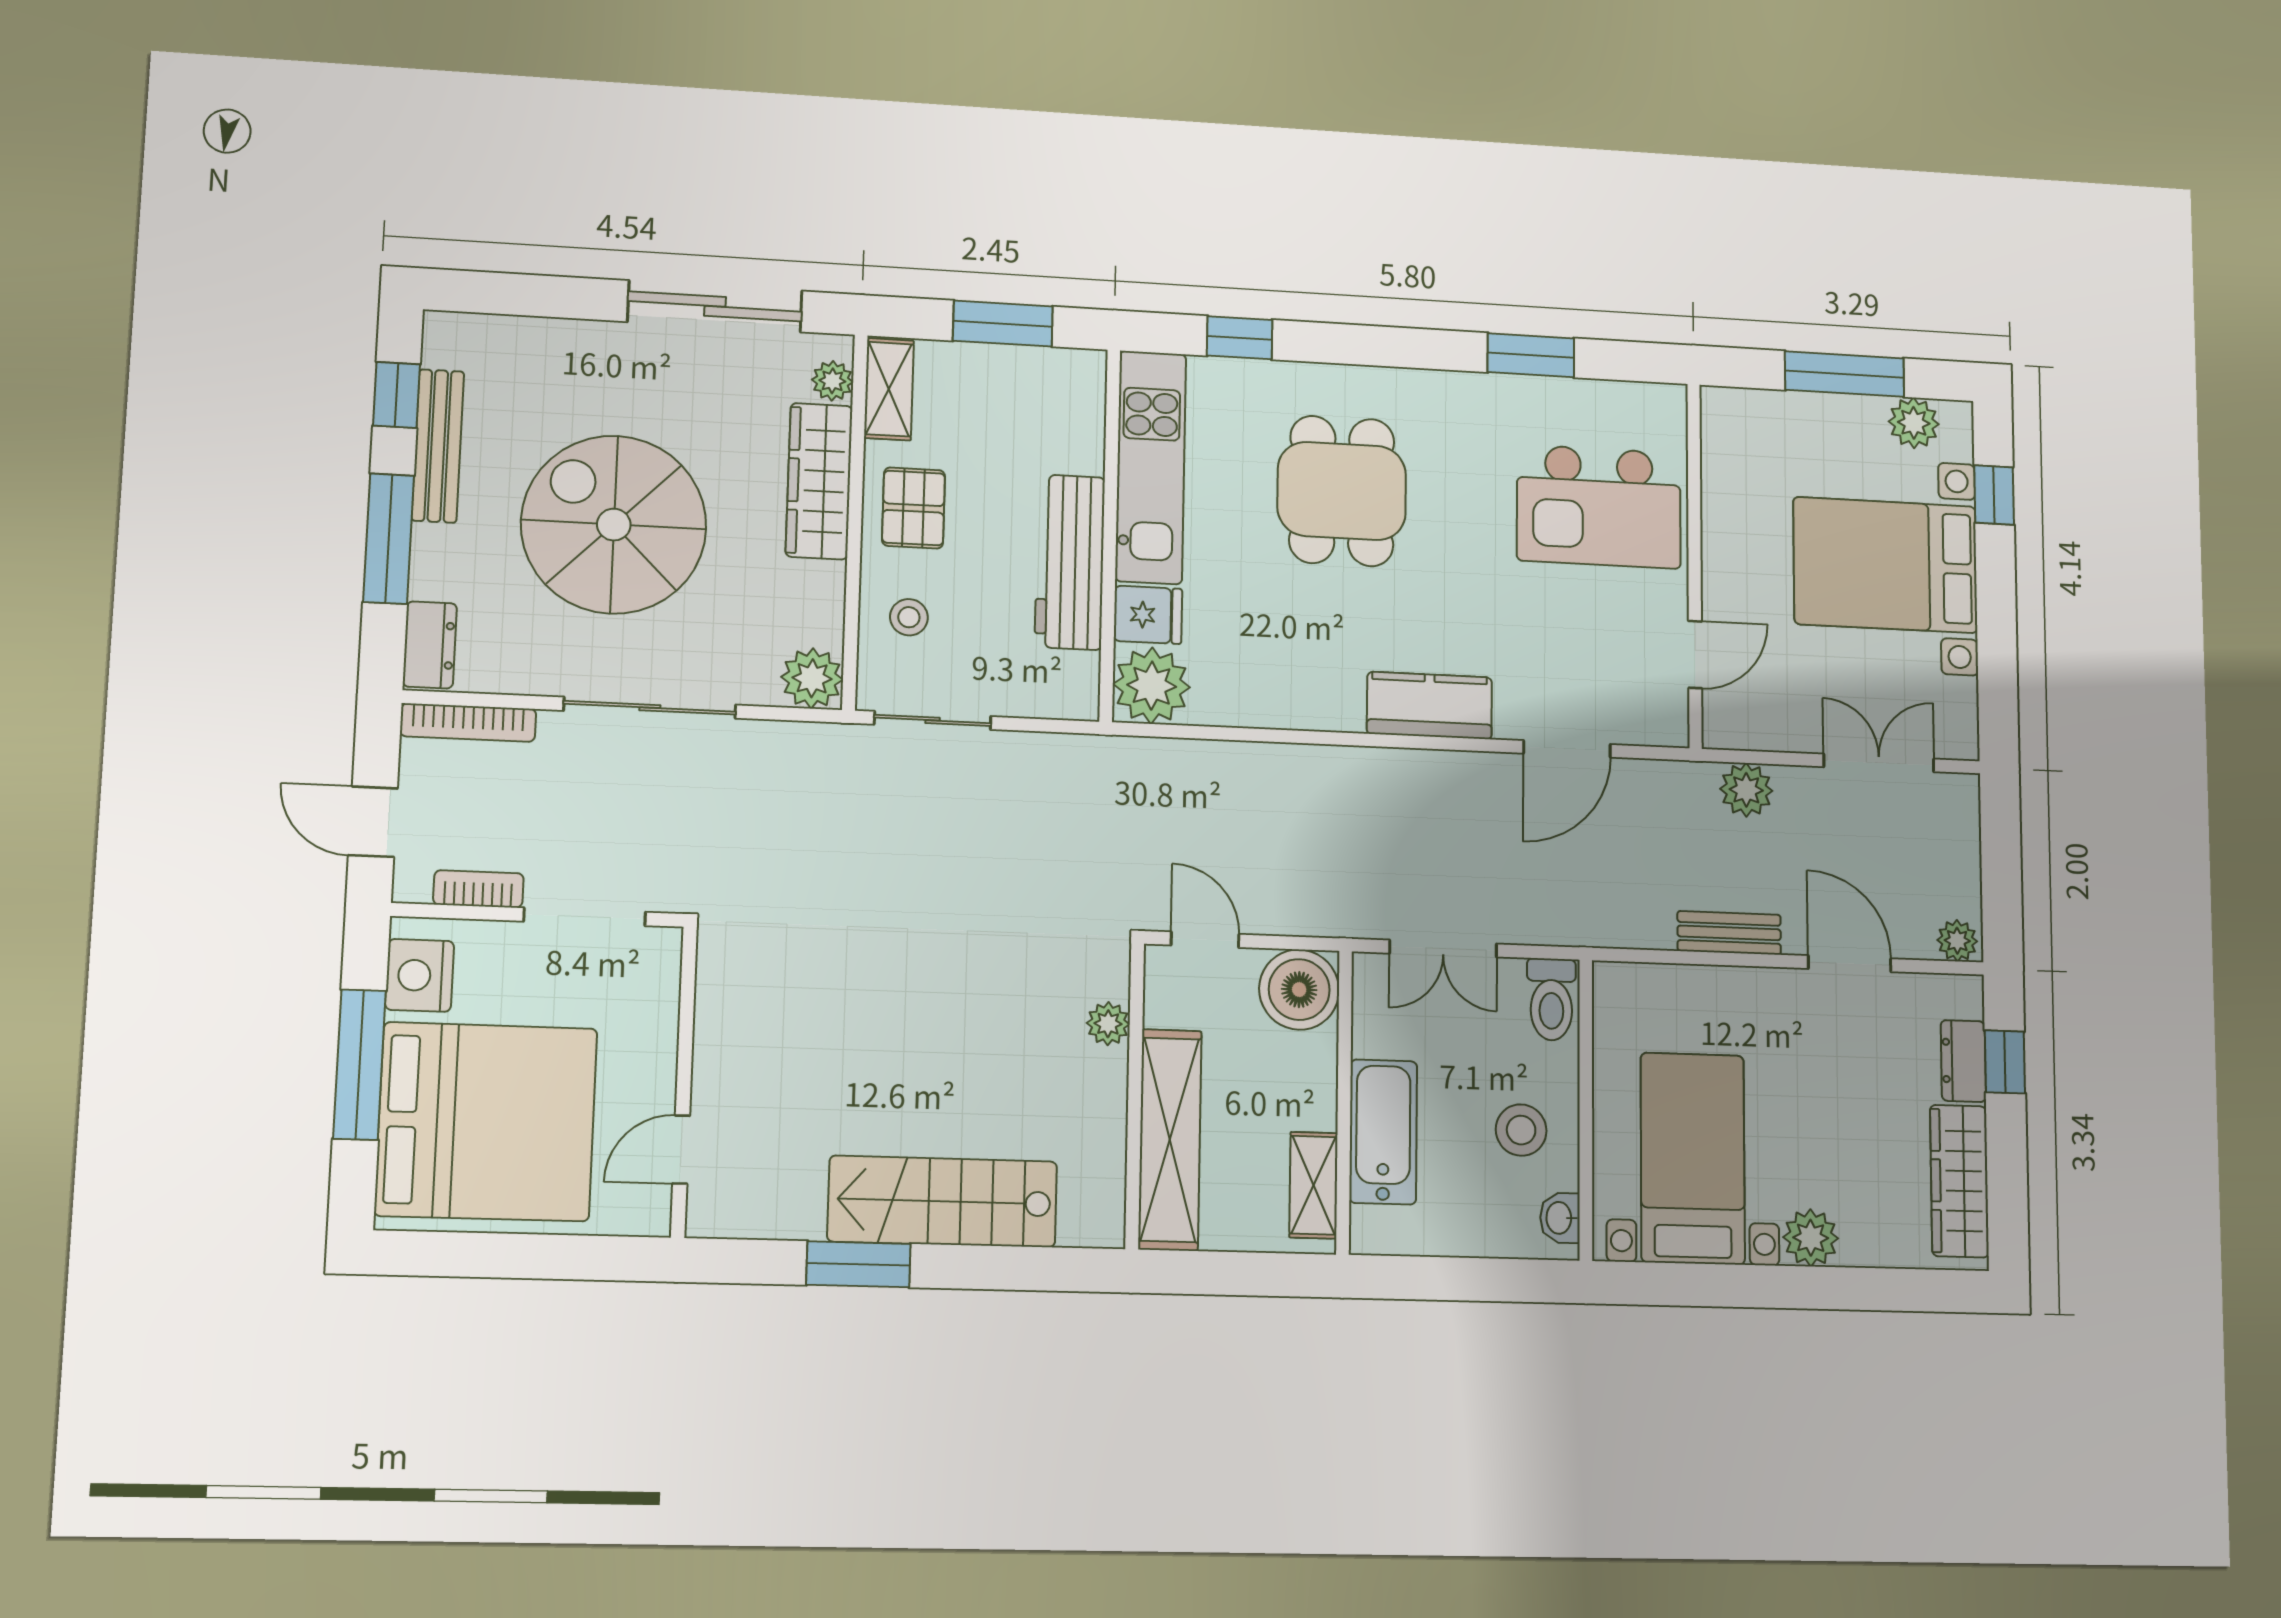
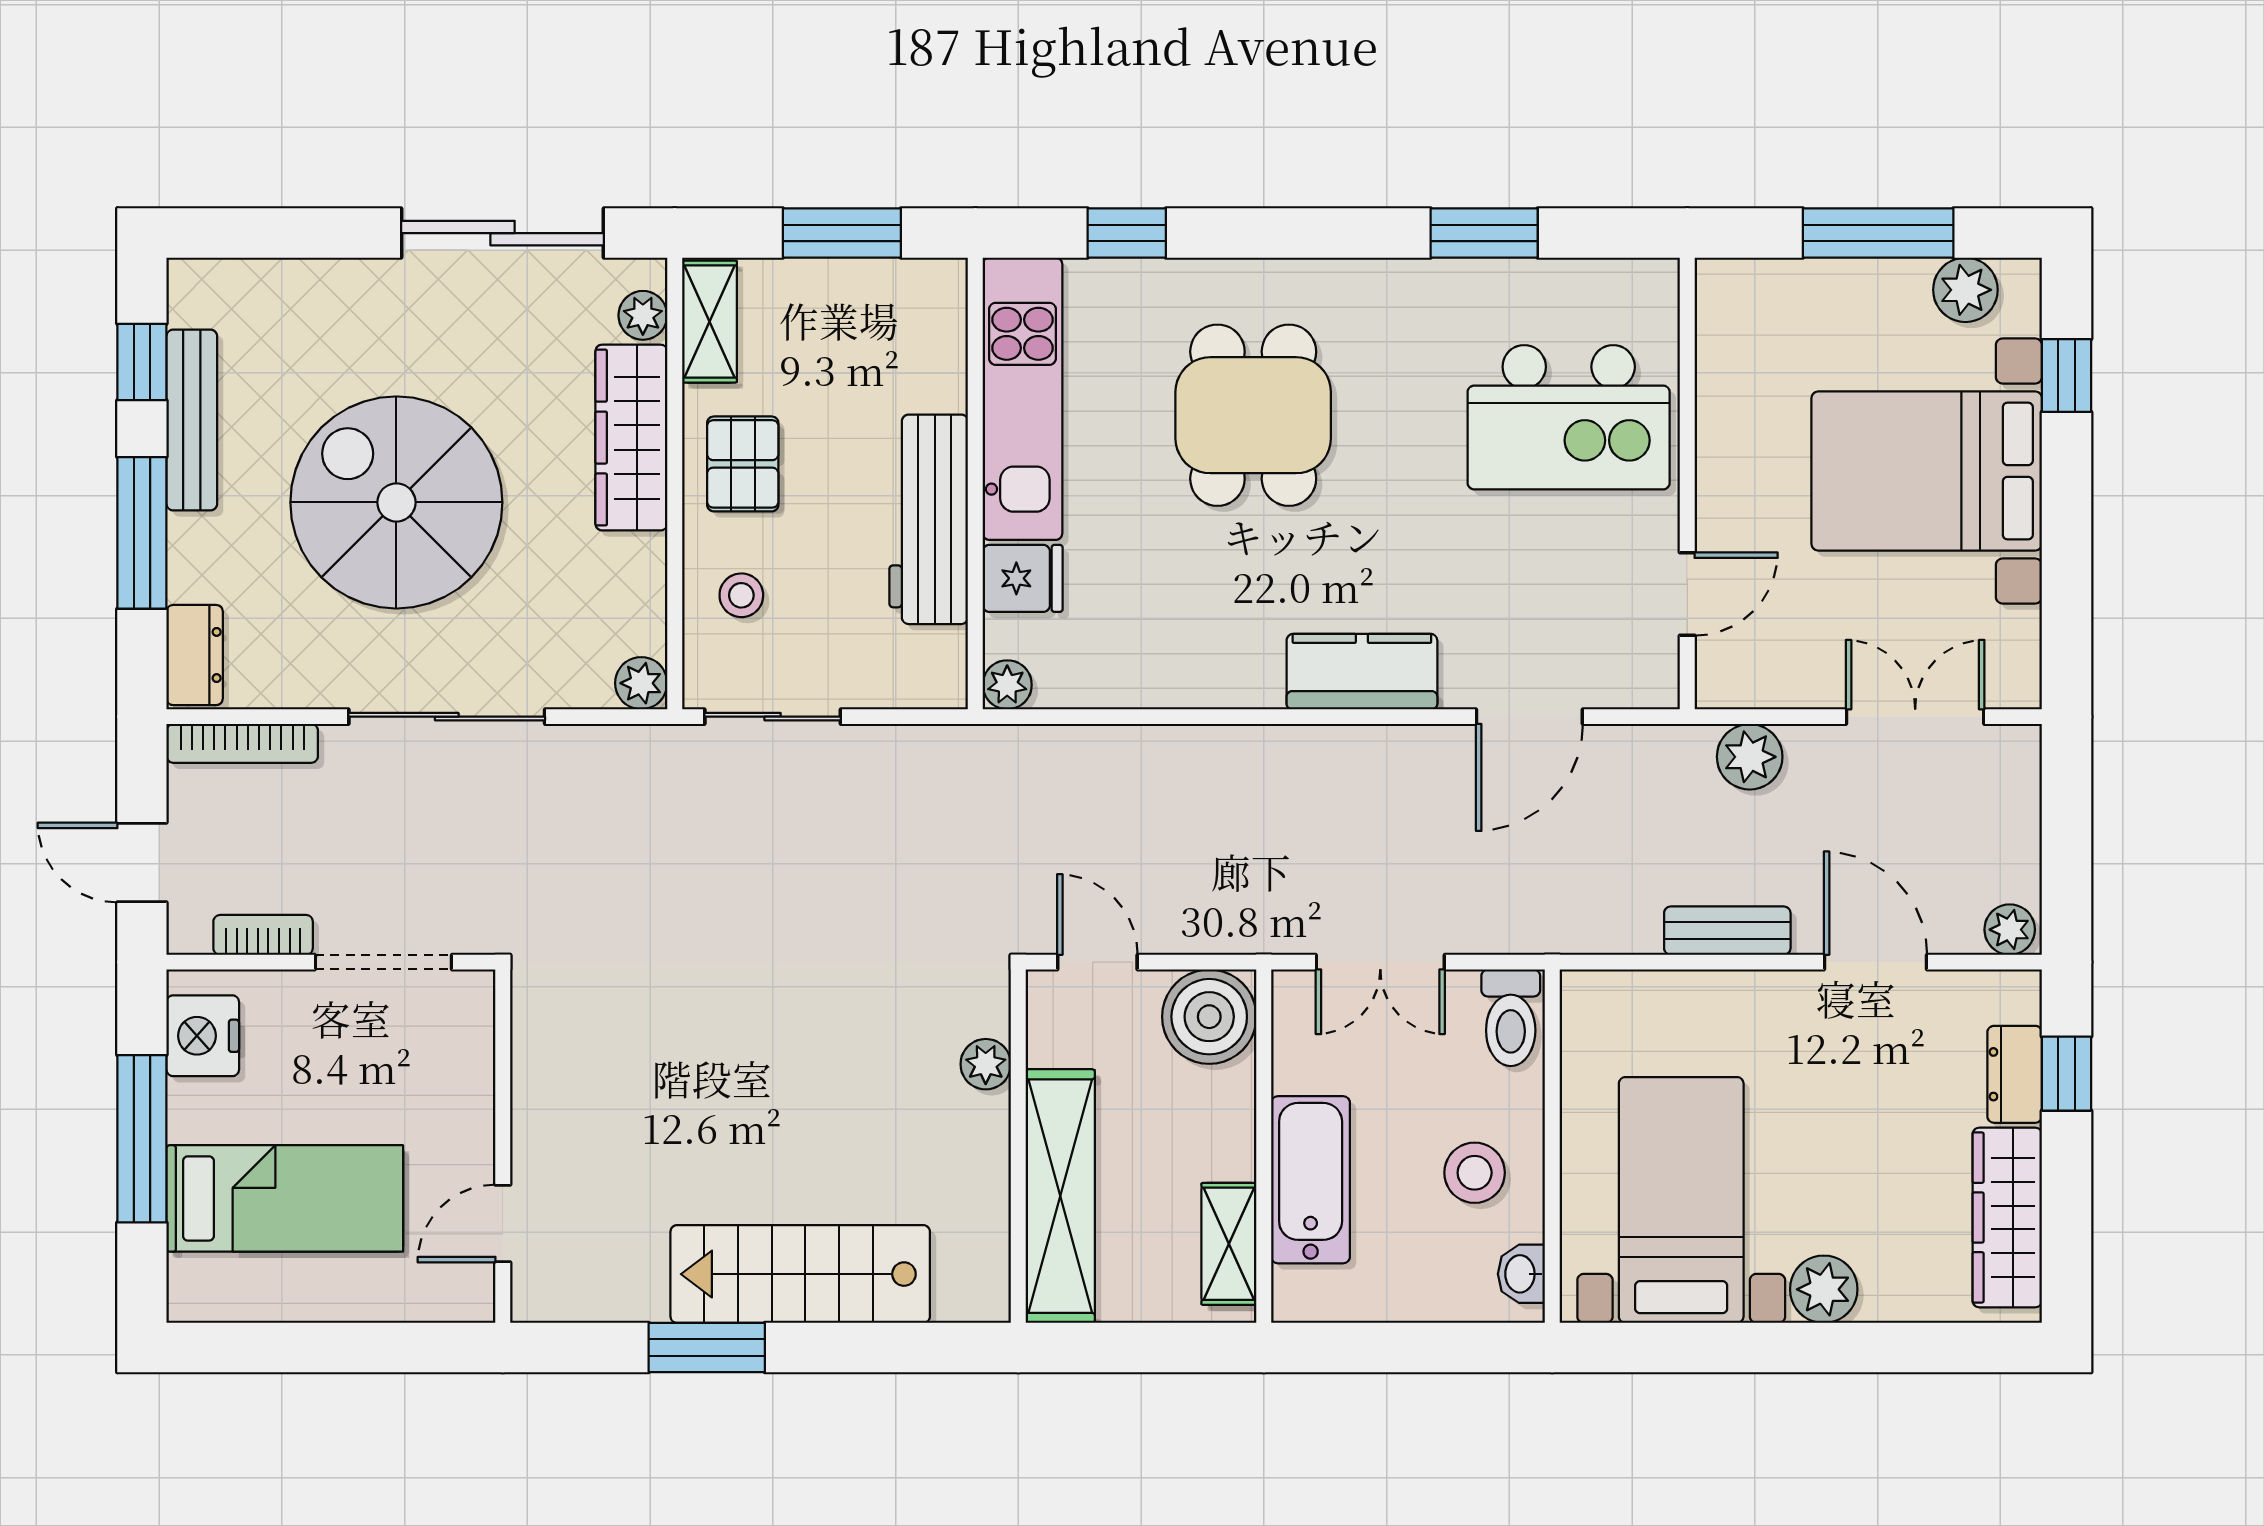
plant: (812, 678) -> (641, 683), width x0.73, depth x0.73
plant: (1152, 686) -> (1007, 685), width x0.53, depth x0.53
bed: (486, 1122) -> (285, 1198), width x0.49

